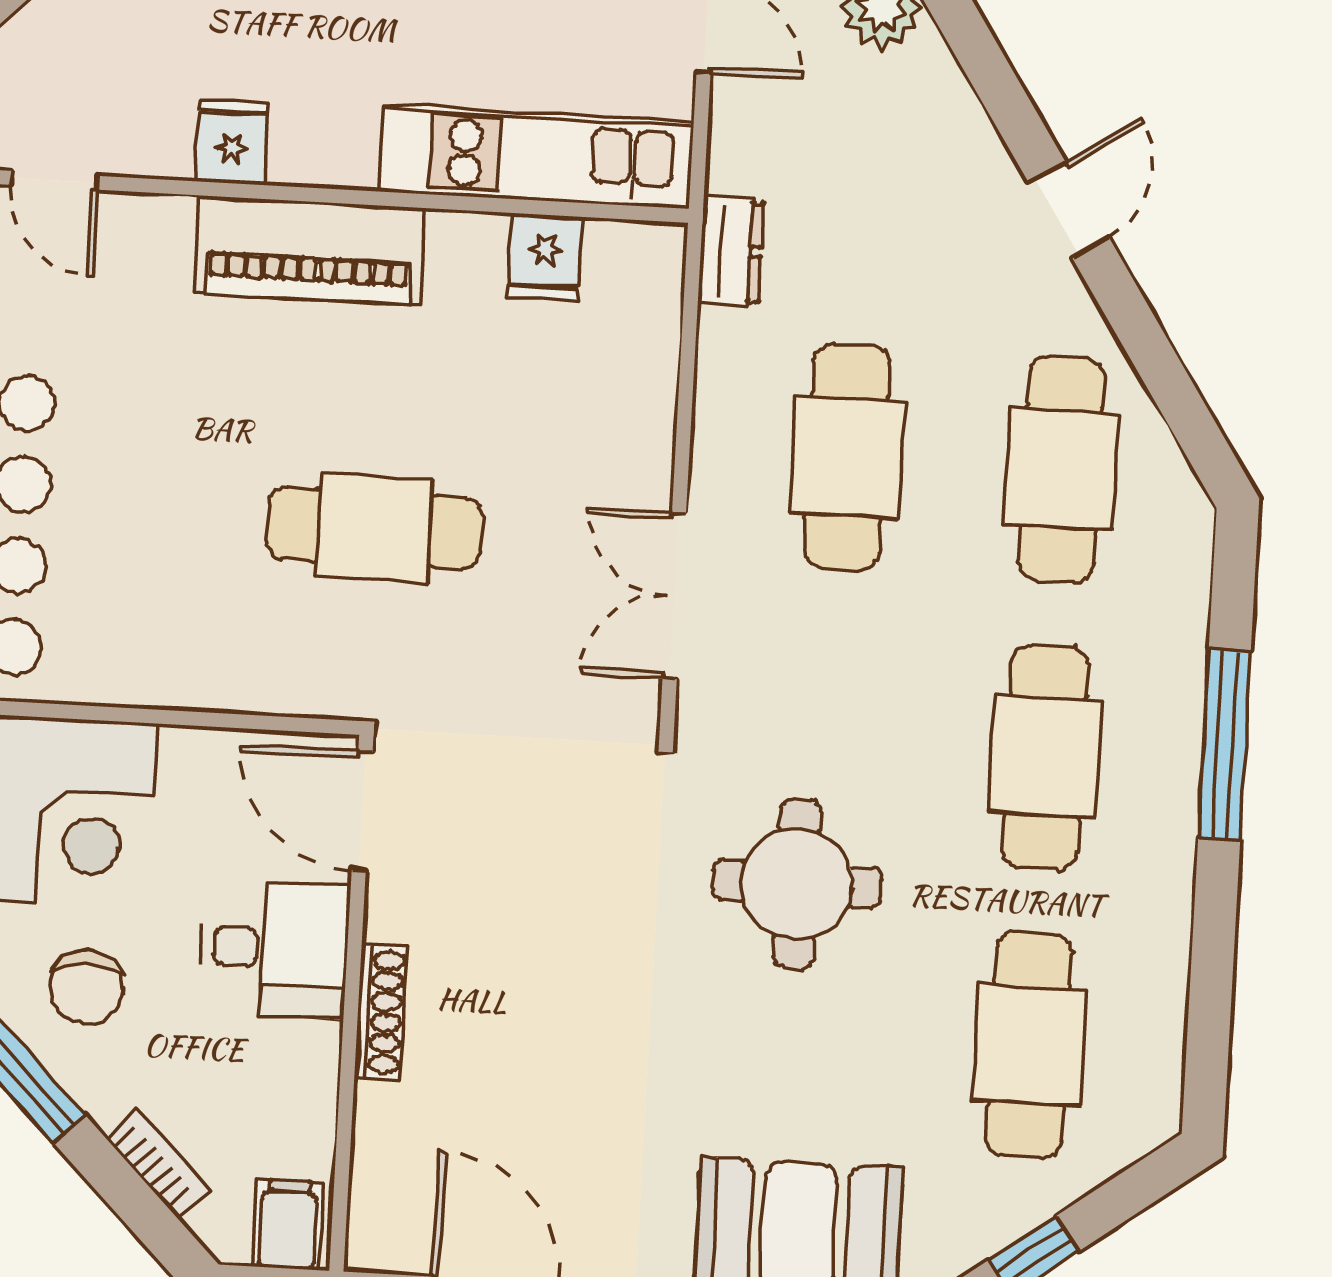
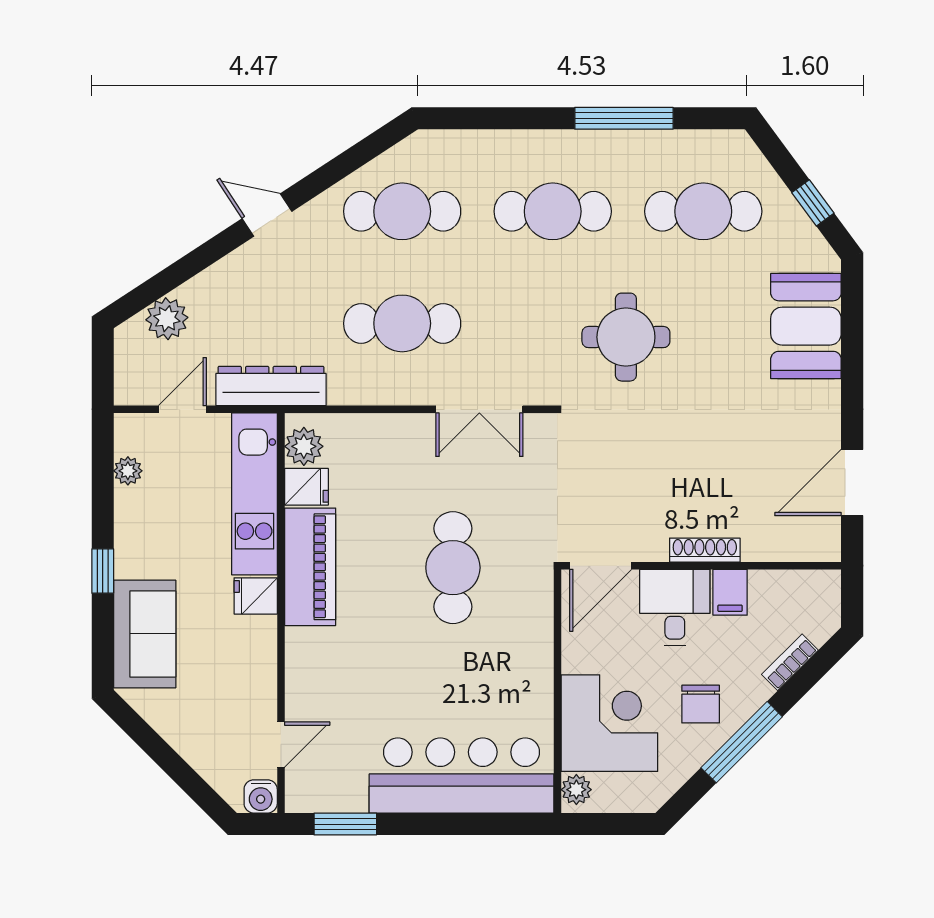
fridge: (232, 142) -> (256, 596), moved
piano: (310, 251) -> (310, 567), moved
dresser: (731, 251) -> (271, 386), width x1.96, depth x1.24
plant: (622, 256) -> (304, 446), added
window: (1225, 744) -> (624, 118), moved
chair: (87, 987) -> (701, 704), turned 90
filing cabinet: (288, 1225) -> (730, 592), moved, turned -90

